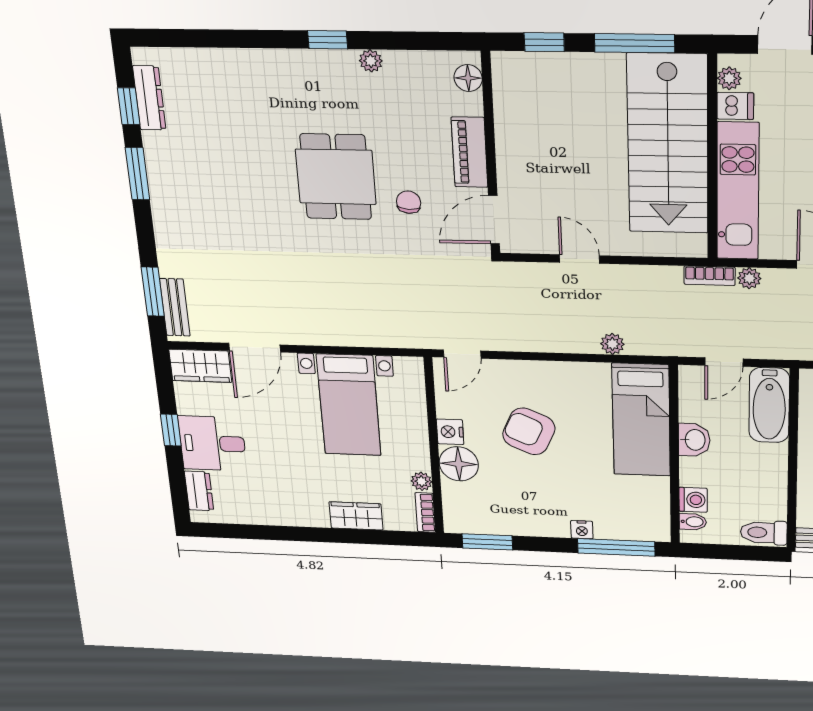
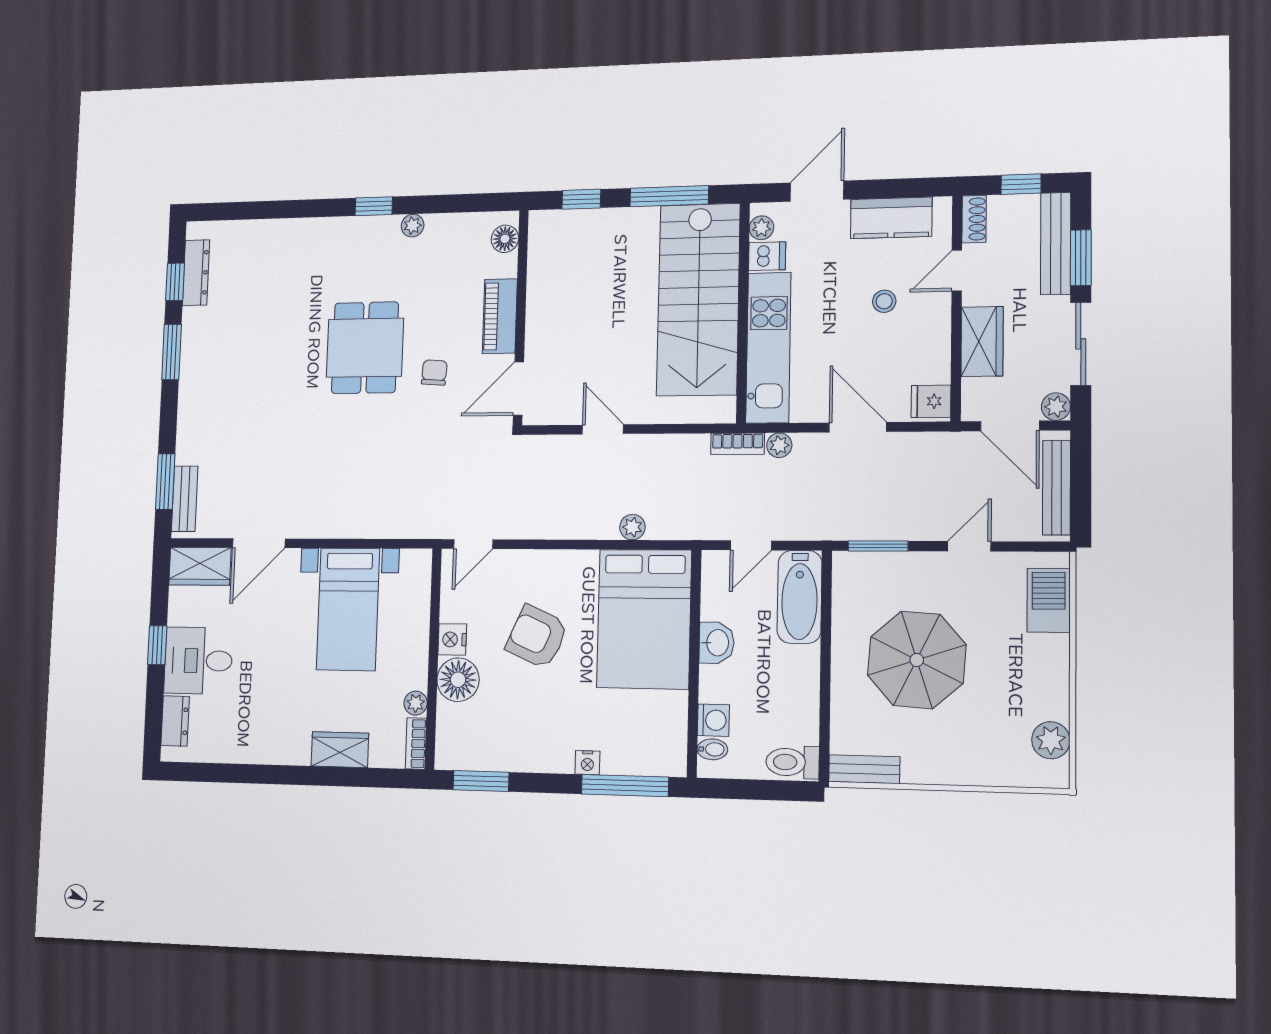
bed: (641, 420) -> (644, 619), width x1.50

